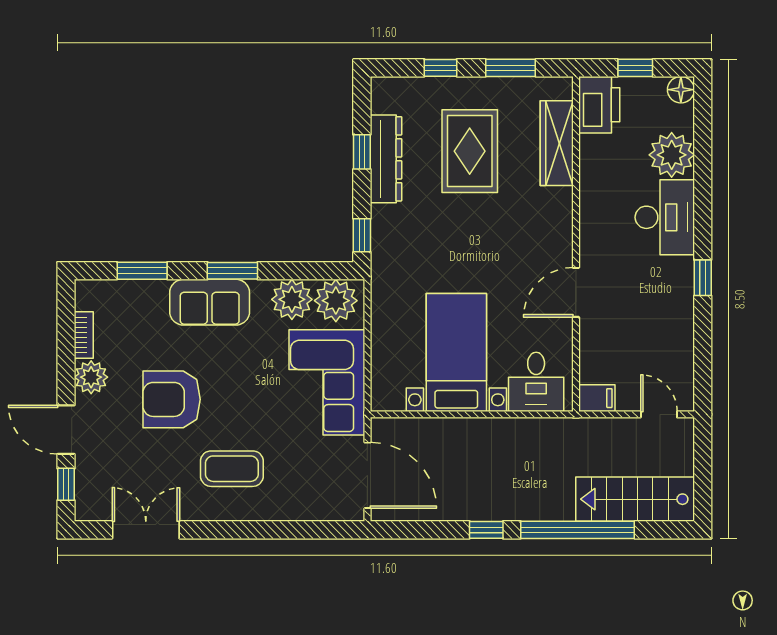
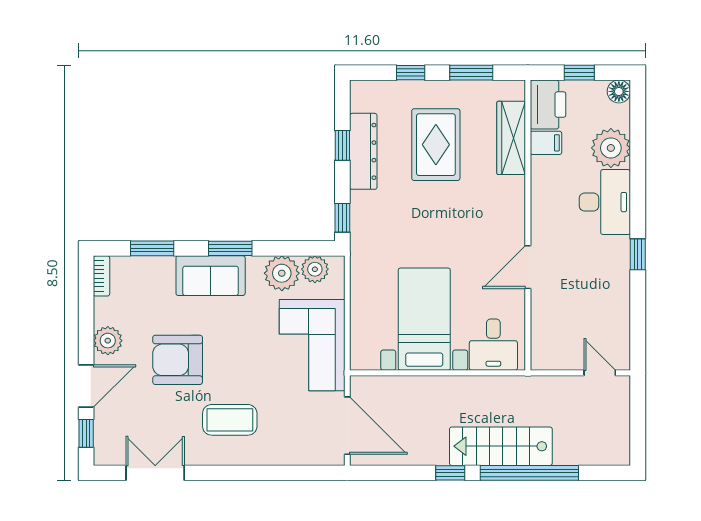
plant: (336, 301) -> (315, 269), width x0.73, depth x0.73
bookcase: (84, 335) -> (102, 276), moved
filing cabinet: (597, 398) -> (546, 143), moved
door: (66, 430) -> (86, 386), swing flipped
stairs: (635, 499) -> (501, 446), moved

